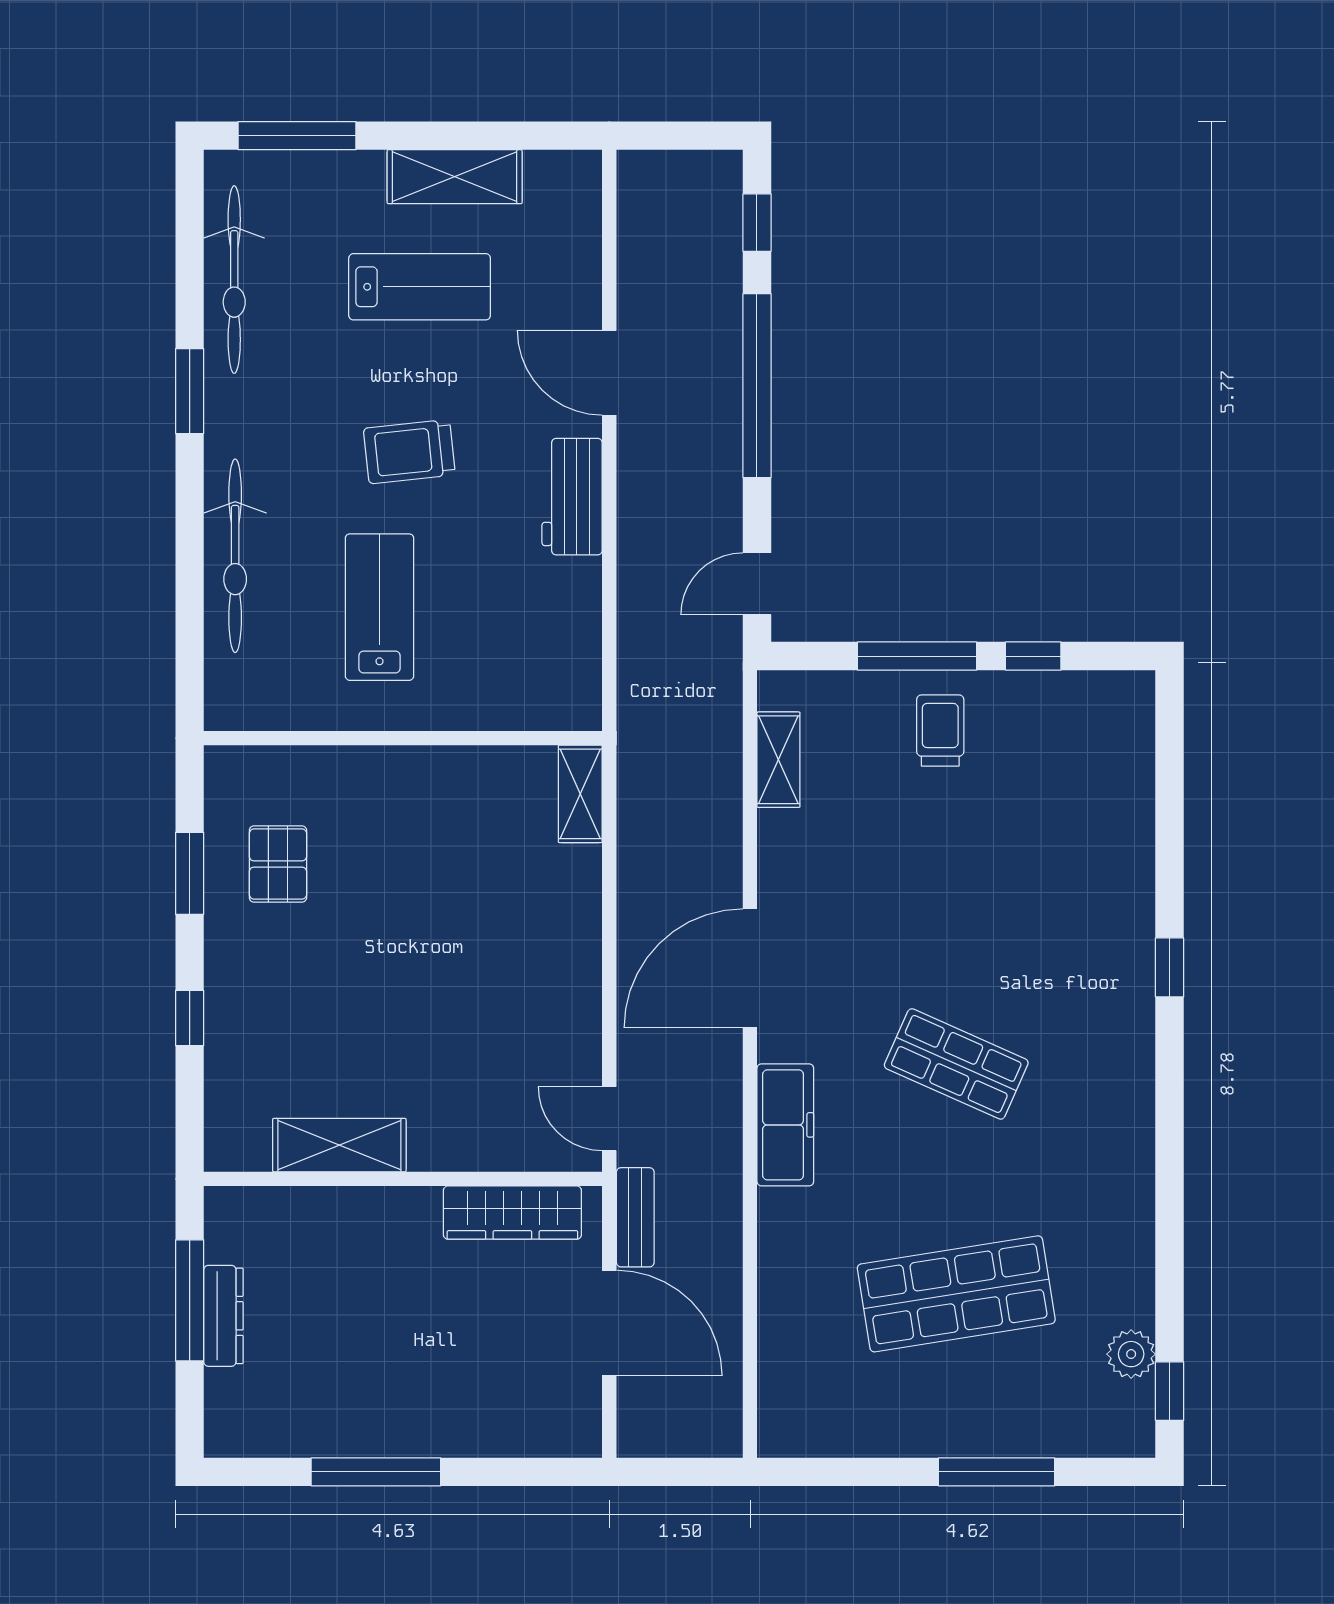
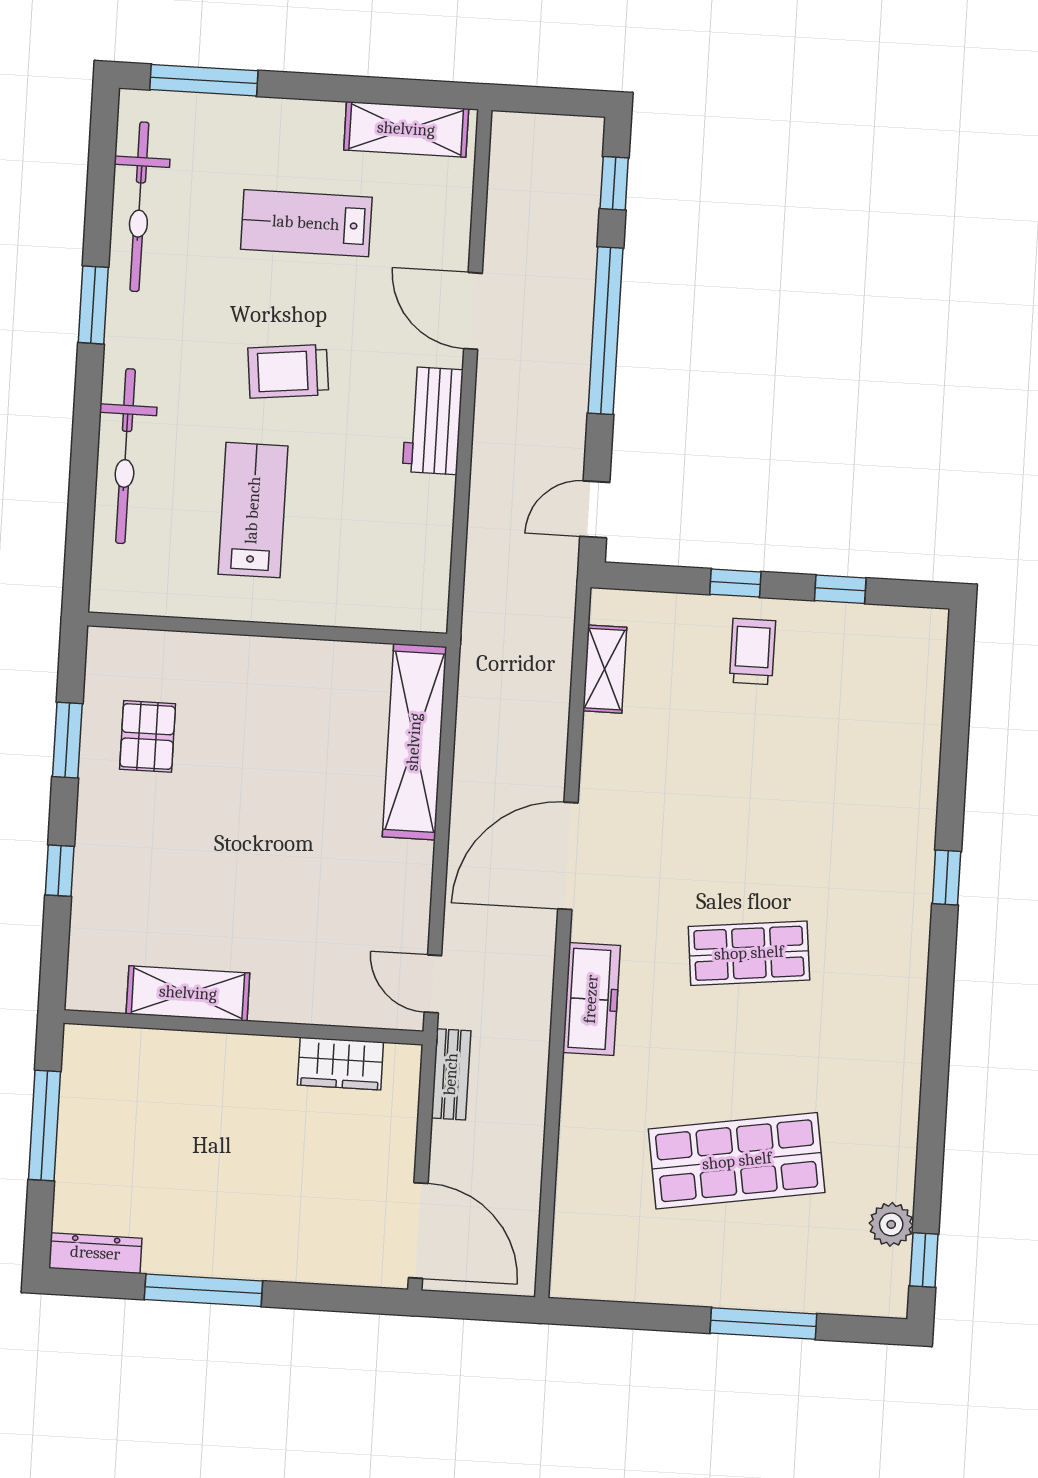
shelving: (455, 177) -> (406, 129), moved
lab bench: (420, 287) -> (306, 223), turned 180
window: (917, 656) -> (735, 583), width x0.46
shelving: (580, 794) -> (414, 742), width x2.20, depth x1.33
shop shelf: (956, 1064) -> (749, 953), turned -30
wardrobe: (512, 1213) -> (340, 1064), width x0.67
dresser: (223, 1316) -> (95, 1253), moved, turned -90
door: (609, 1323) -> (418, 1230), moved

